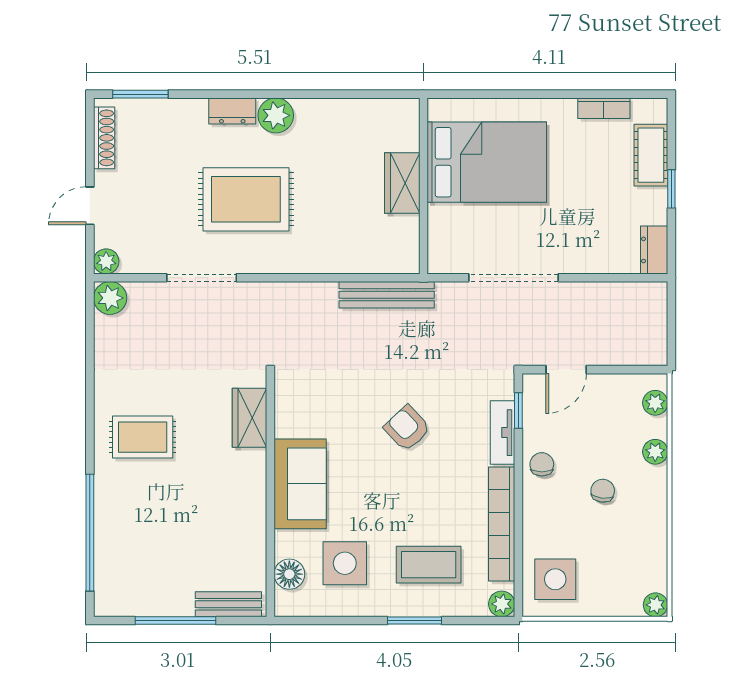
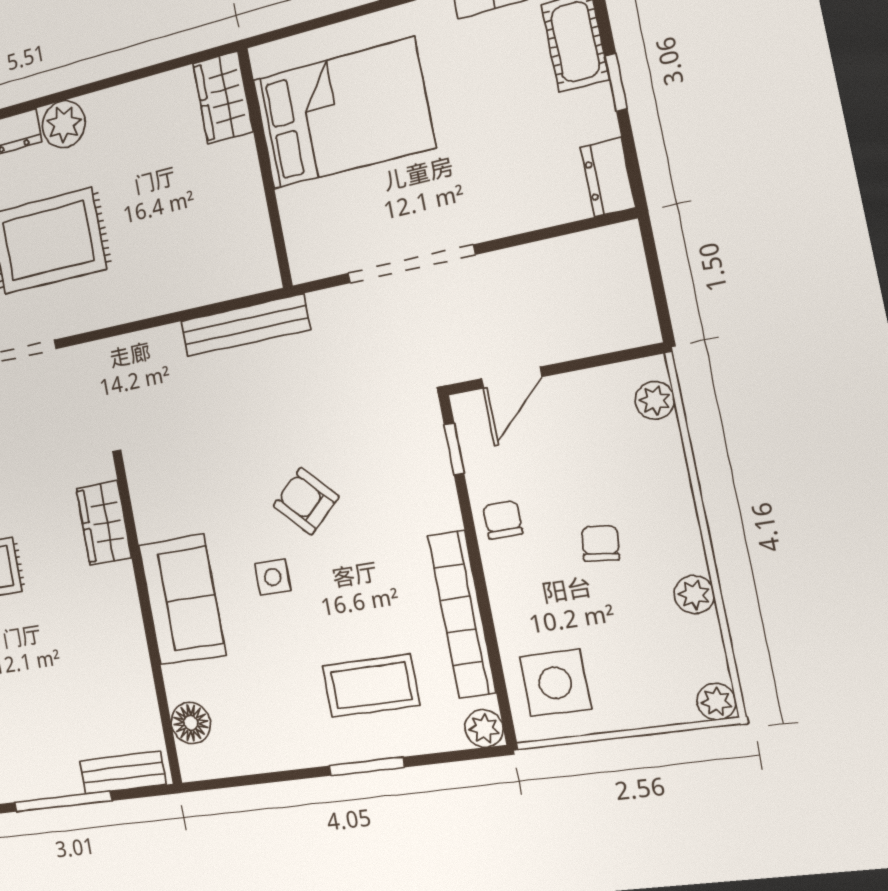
wardrobe: (402, 183) -> (223, 98), moved
tv unit: (502, 433) -> (438, 484), removed
plant: (655, 452) -> (694, 595), moved
side table: (345, 563) -> (273, 577), moved, width x0.54, depth x0.54

